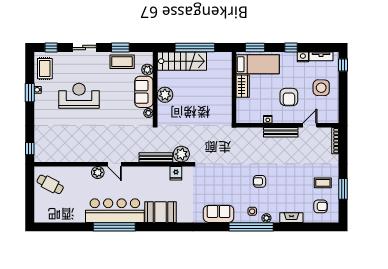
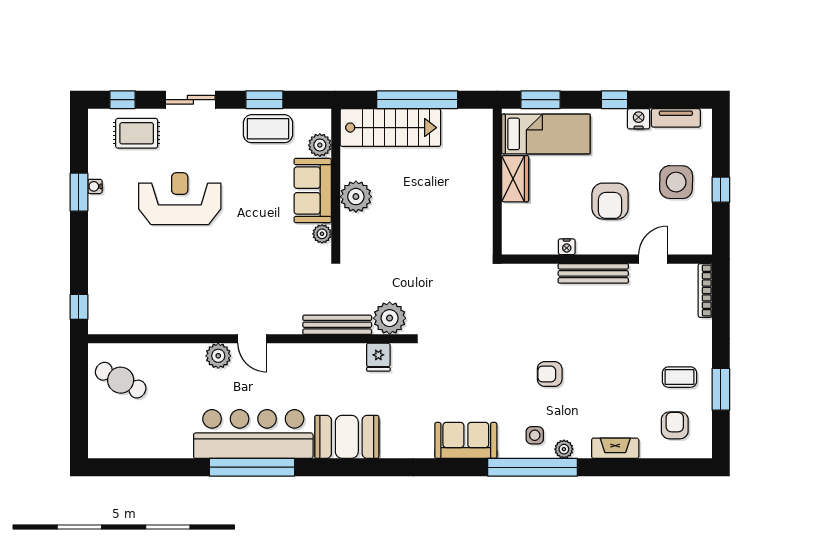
window: (343, 65) -> (721, 190), moved
rug: (45, 69) -> (137, 133), moved, turned 90
armchair: (321, 206) -> (675, 425), turned -90

